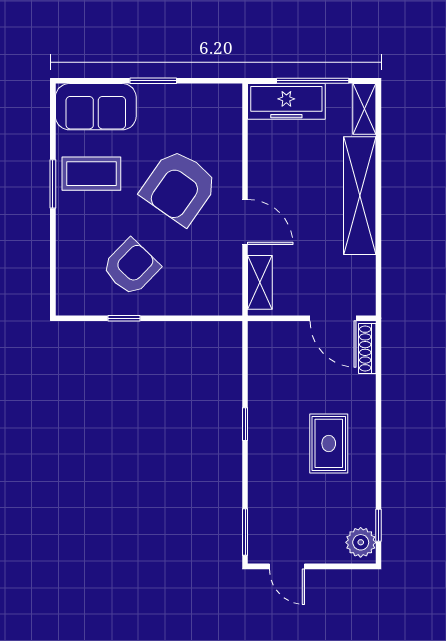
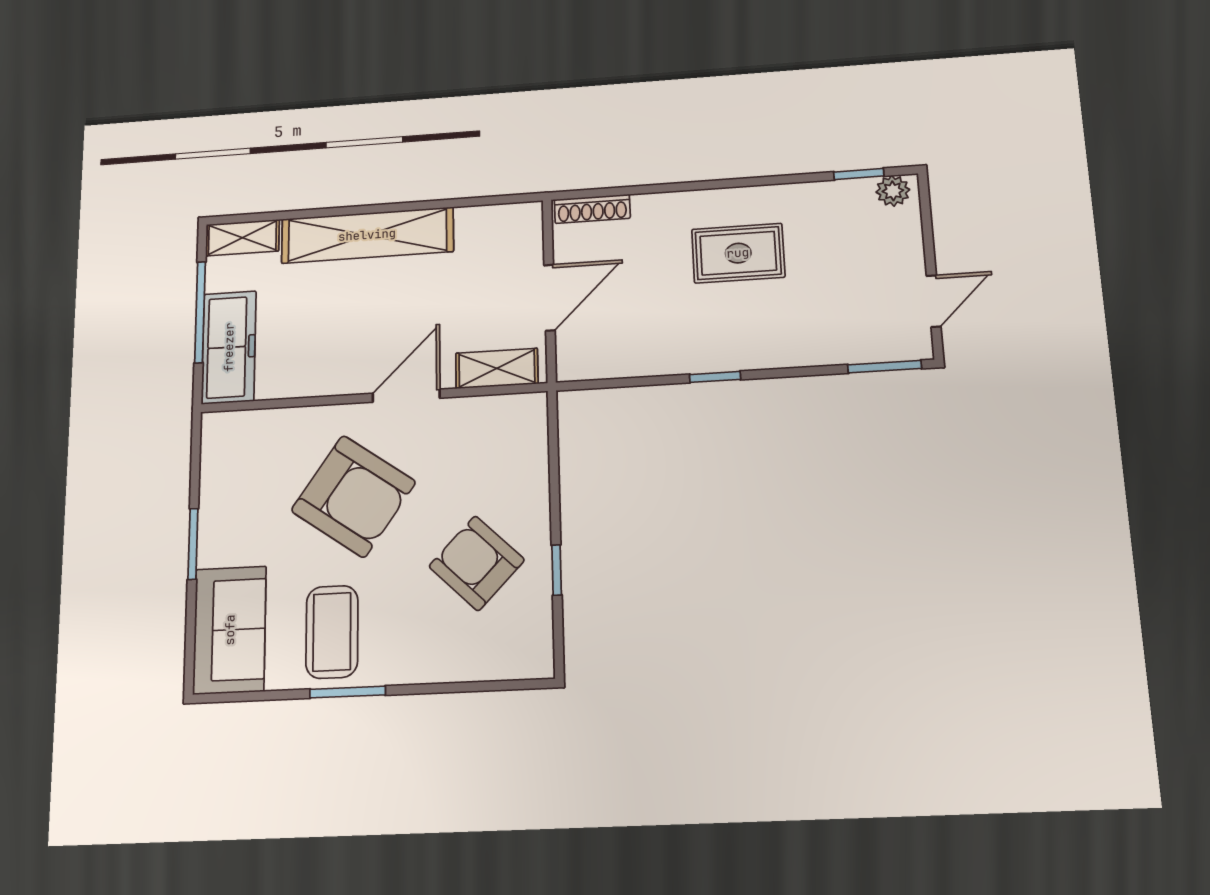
door: (333, 318) -> (549, 298), moved
plant: (361, 542) -> (893, 191), width x0.73, depth x0.73

